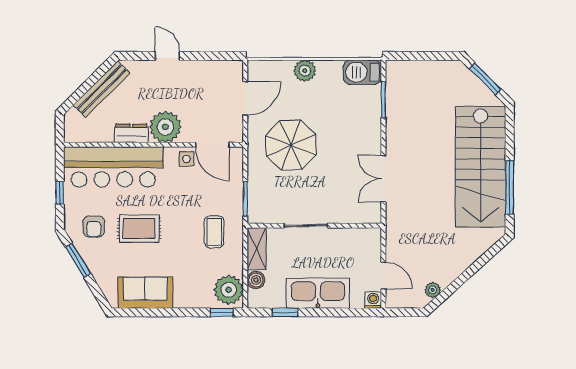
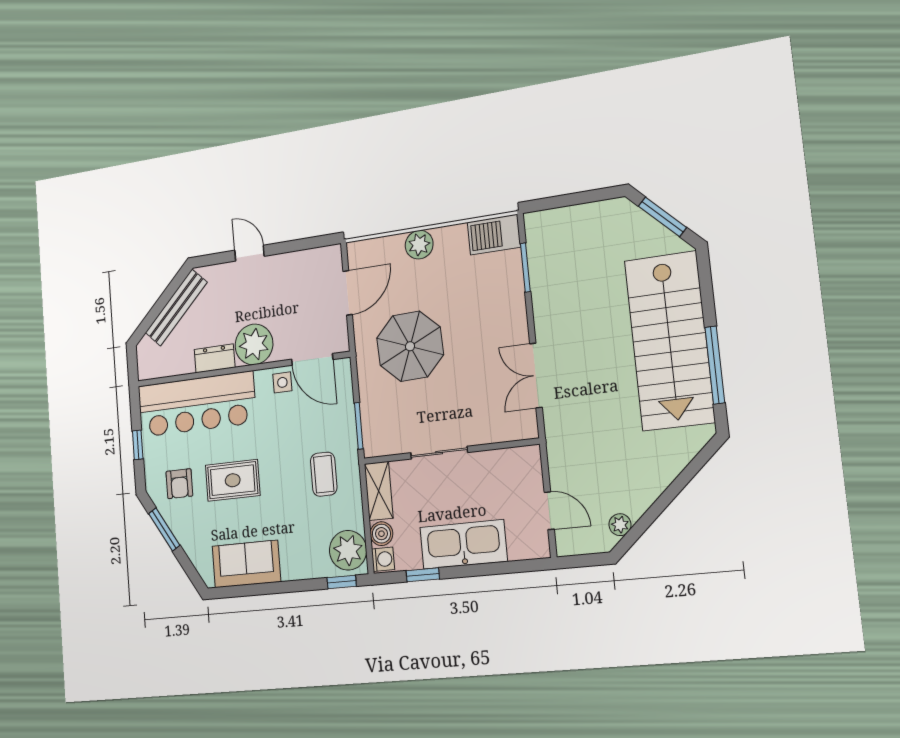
washing machine: (373, 300) -> (383, 559), moved, turned 90

